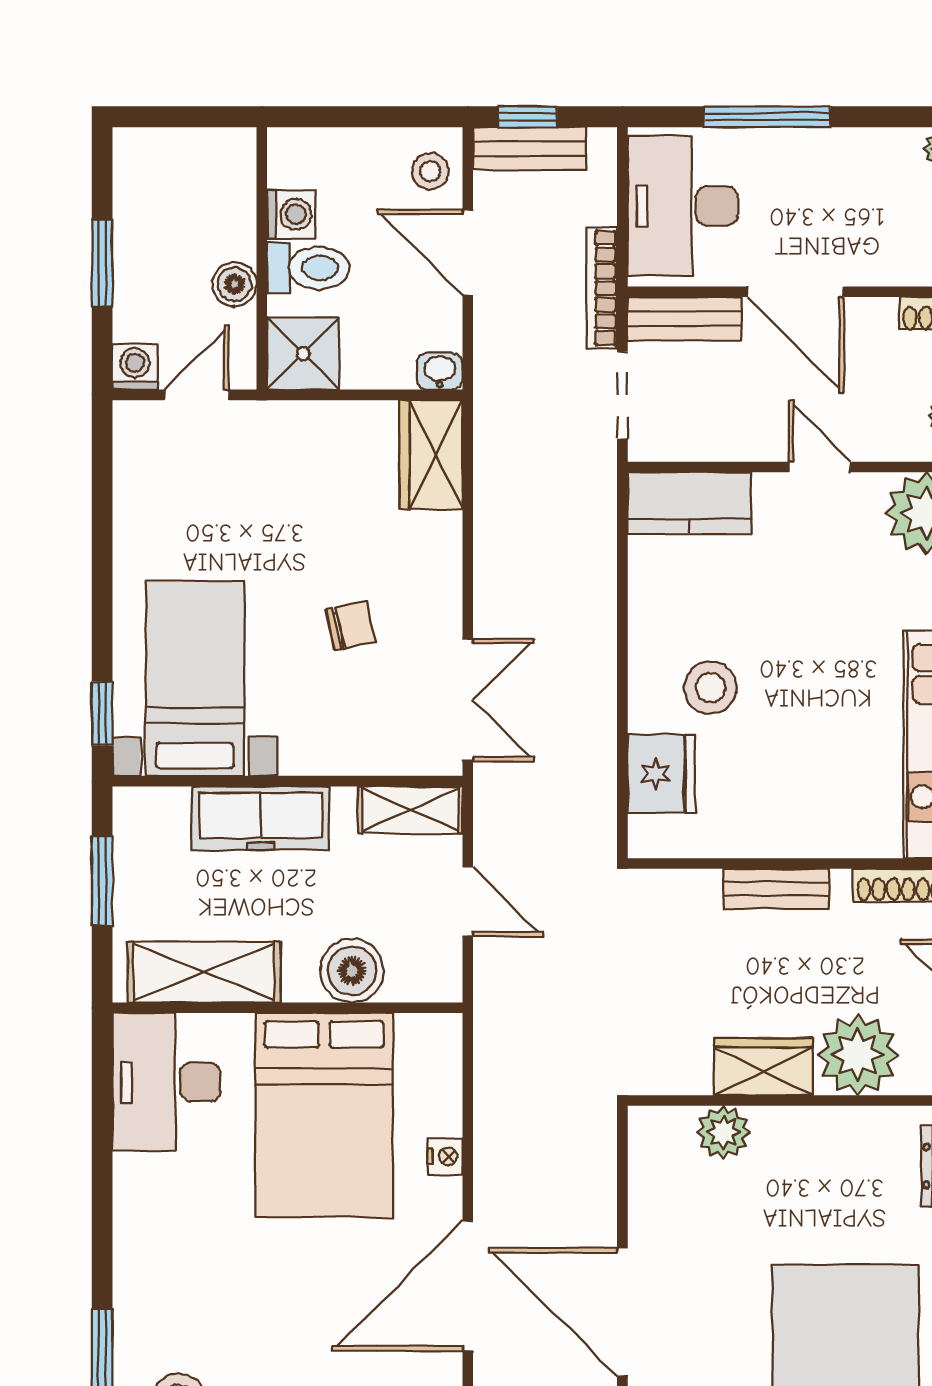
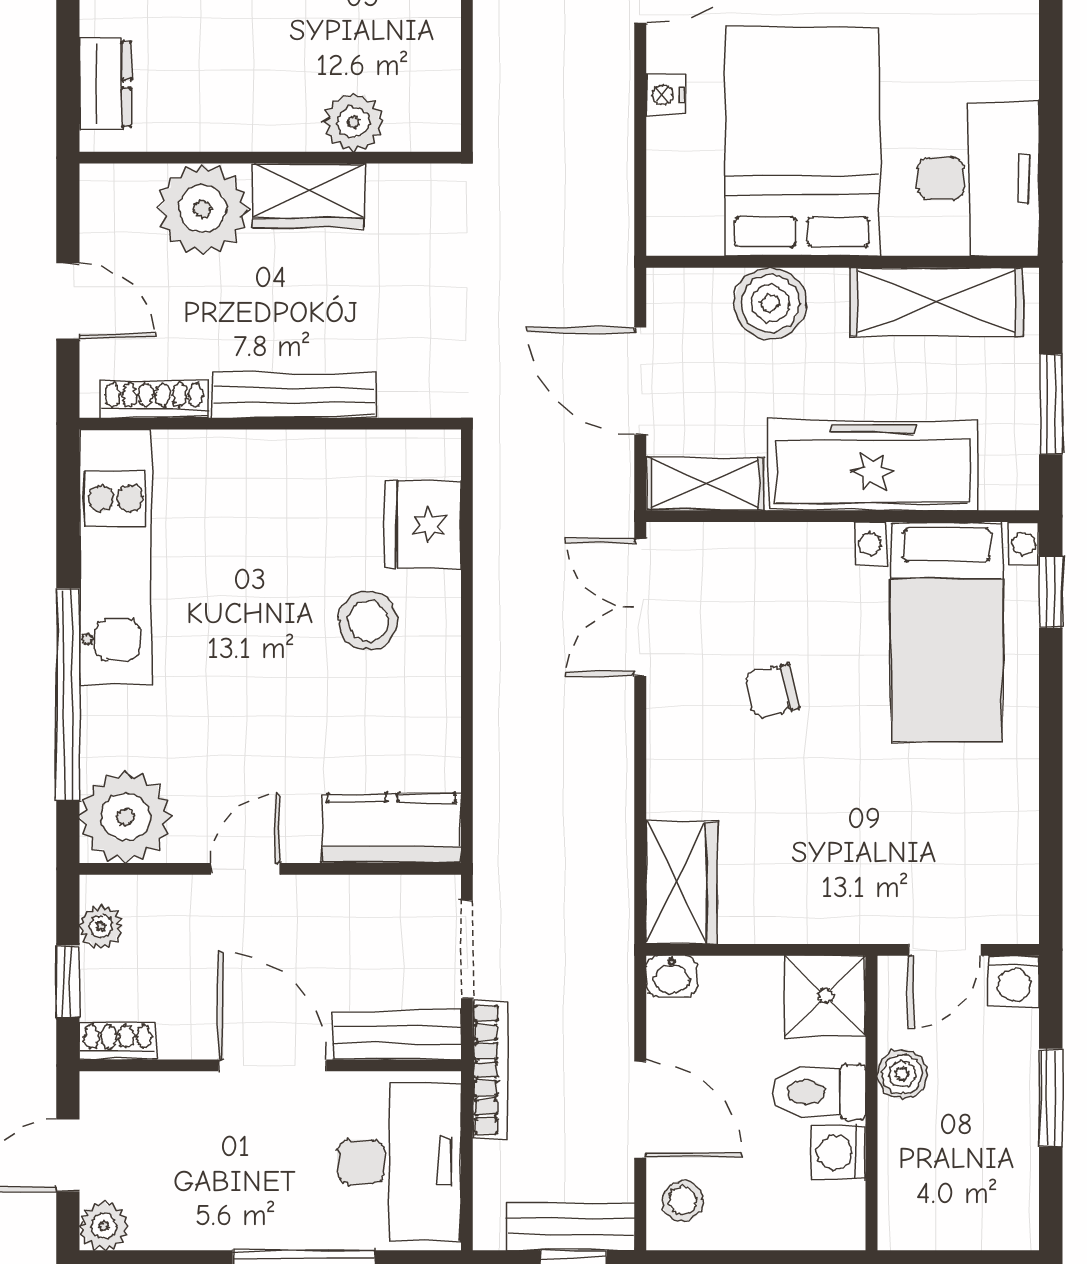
door: (820, 467) -> (245, 869), swing flipped
freezer: (261, 818) -> (873, 465), width x1.36, depth x1.26
bench: (776, 889) -> (294, 395), width x1.36
door: (468, 901) -> (640, 381), width x1.38

